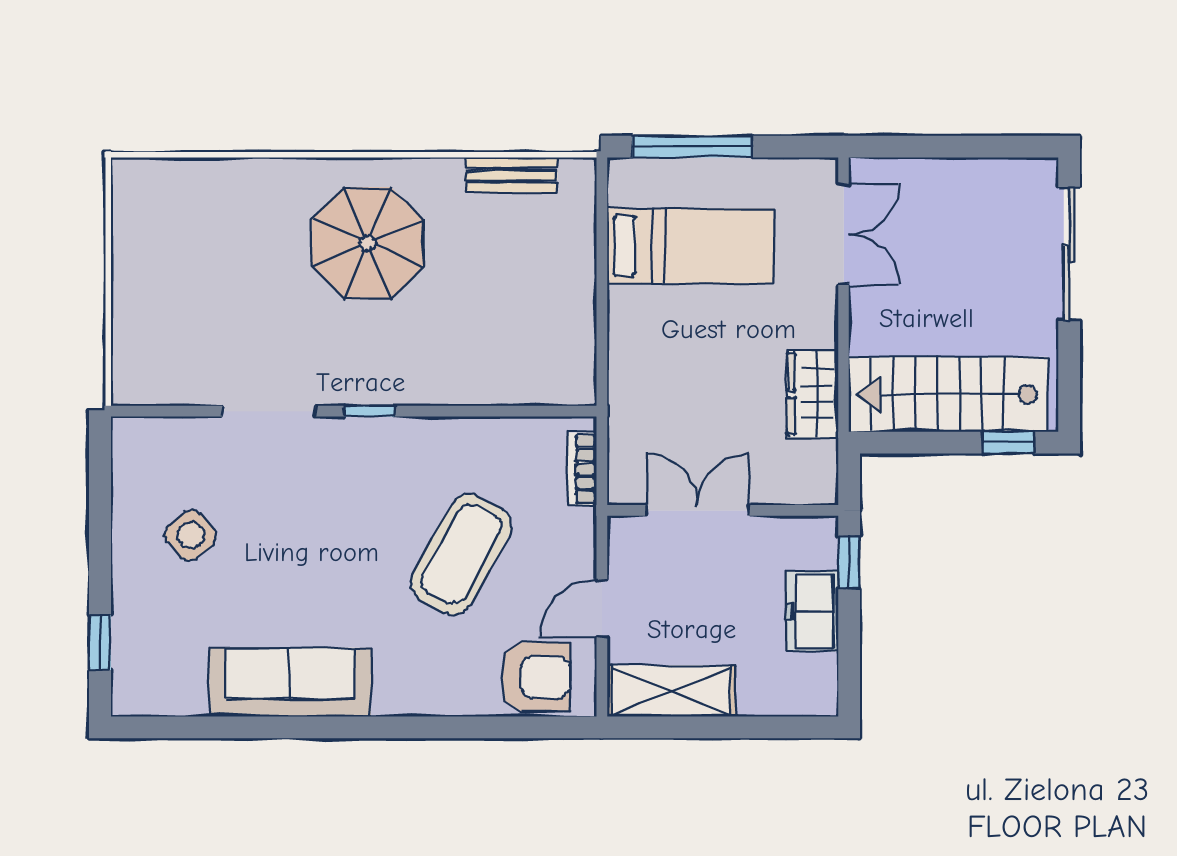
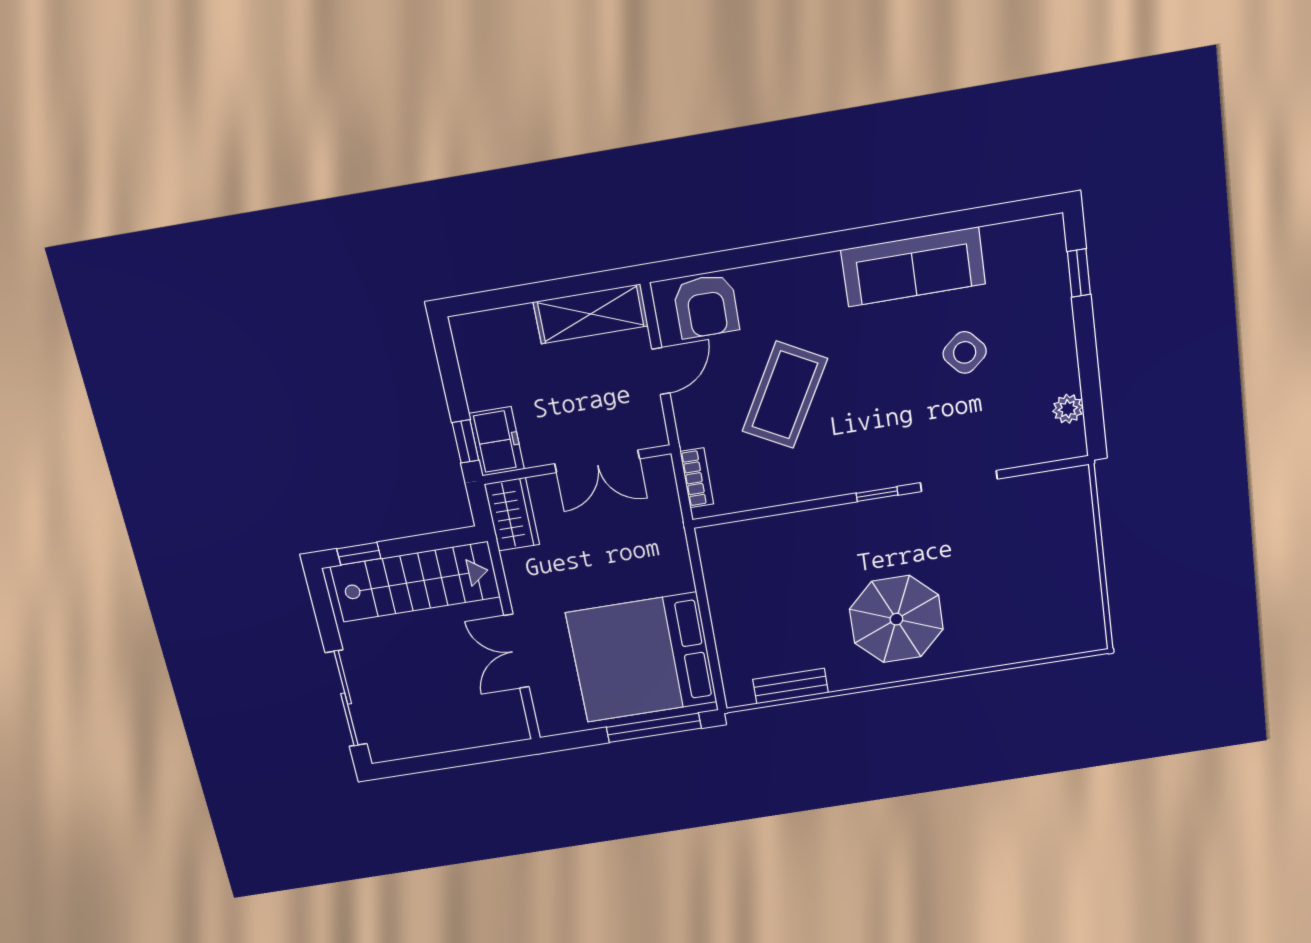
double door: (844, 235) -> (517, 651), moved
bed: (690, 246) -> (642, 658), width x2.04
wardrobe: (813, 394) -> (512, 514), moved
plant: (129, 480) -> (1068, 409), added
side table: (191, 535) -> (965, 352), moved
freezer: (812, 611) -> (497, 441), moved
armchair: (536, 677) -> (706, 306), turned -90

